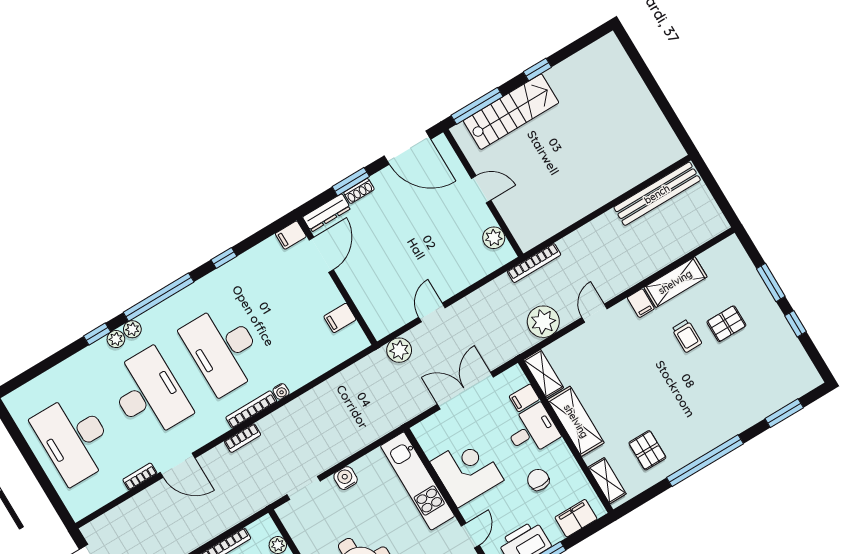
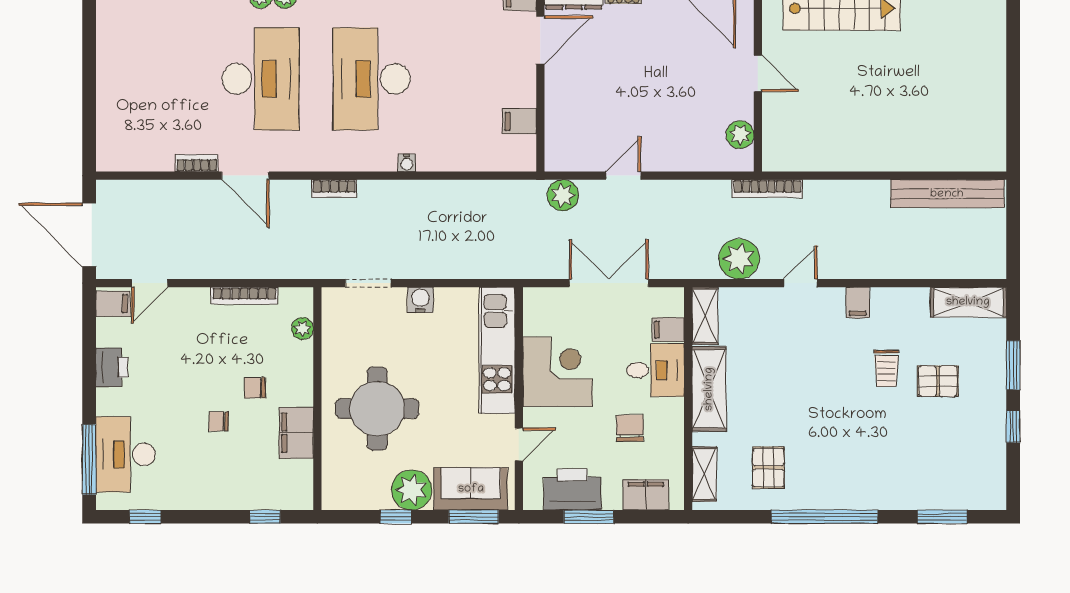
shelving: (675, 282) -> (968, 302), moved
bookcase: (251, 409) -> (362, 163), removed
desk: (74, 439) -> (150, 79), removed

